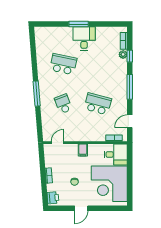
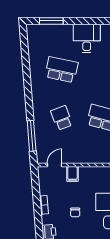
window: (79, 24) -> (51, 21), moved
window: (37, 94) -> (32, 136), moved
filing cabinet: (83, 150) -> (72, 174), moved

